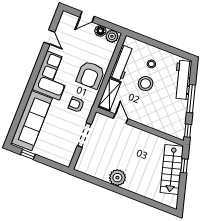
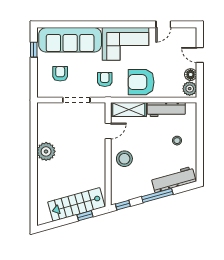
stool: (146, 84) -> (124, 159), moved
armchair: (57, 140) -> (60, 74), added

